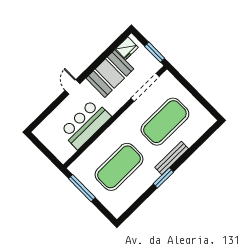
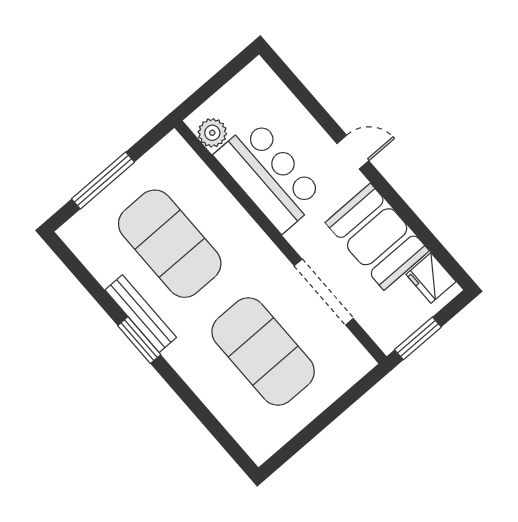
doorway: (145, 87) -> (324, 292), moved
plant: (68, 151) -> (212, 133), added
bench: (172, 158) -> (141, 314), moved
window: (82, 188) -> (103, 180), moved

